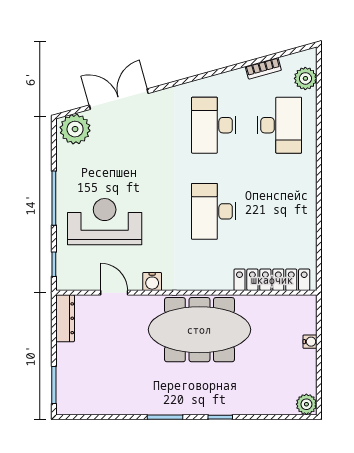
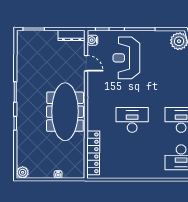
reception desk: (105, 222) -> (126, 58), turned 180
water cooler: (152, 282) -> (92, 40), moved
door: (114, 293) -> (86, 63), hinge flipped

